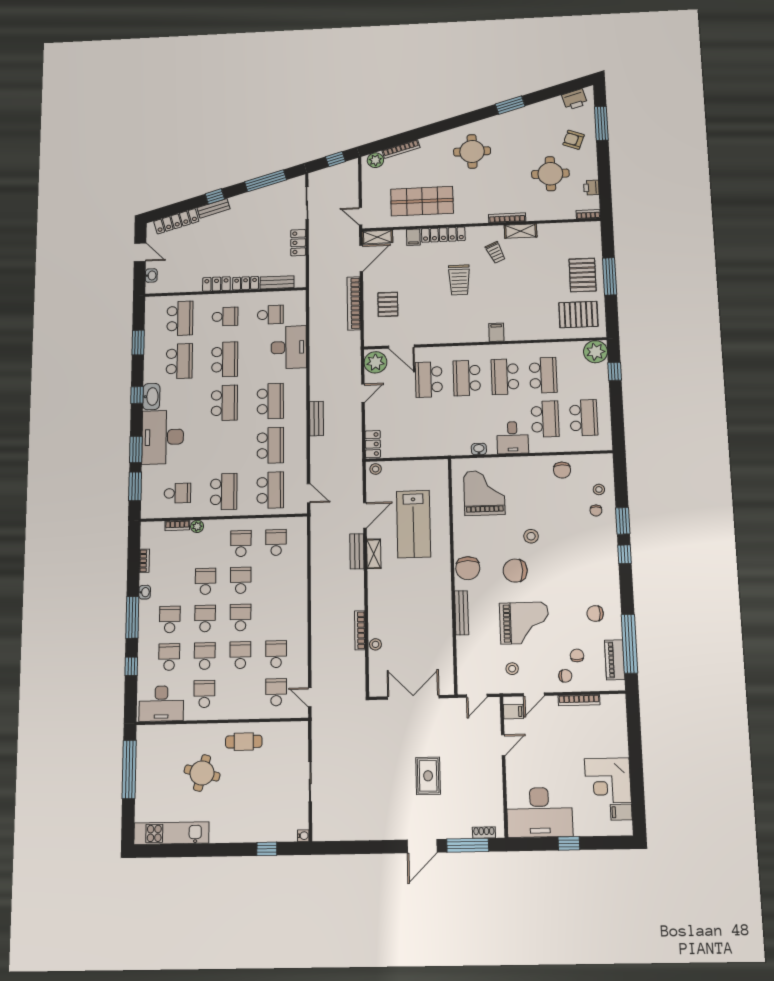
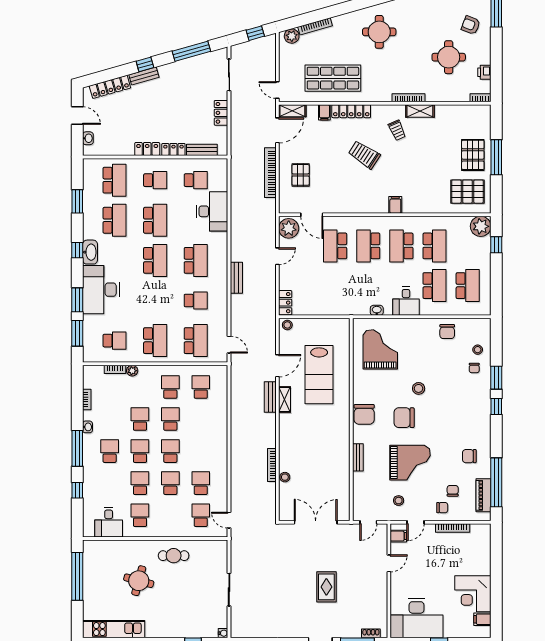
trolley: (459, 280) -> (364, 155), turned 123
school desk: (270, 445) -> (196, 300), width x0.54
bench: (462, 613) -> (358, 457), width x0.73
school desk: (169, 657) -> (110, 483), removed
desk: (161, 704) -> (109, 522), width x0.73

